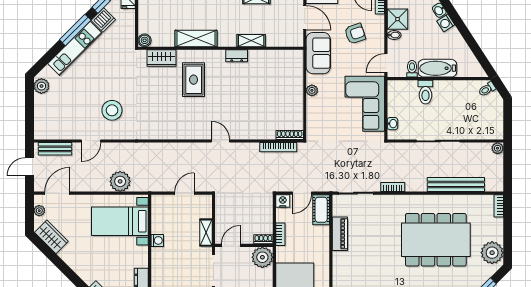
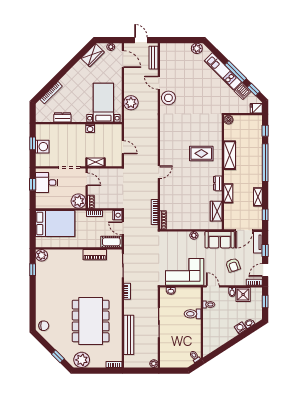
wardrobe: (161, 58) -> (216, 211), moved
bathtub: (437, 68) -> (209, 322), removed
stool: (112, 110) -> (168, 98), moved

